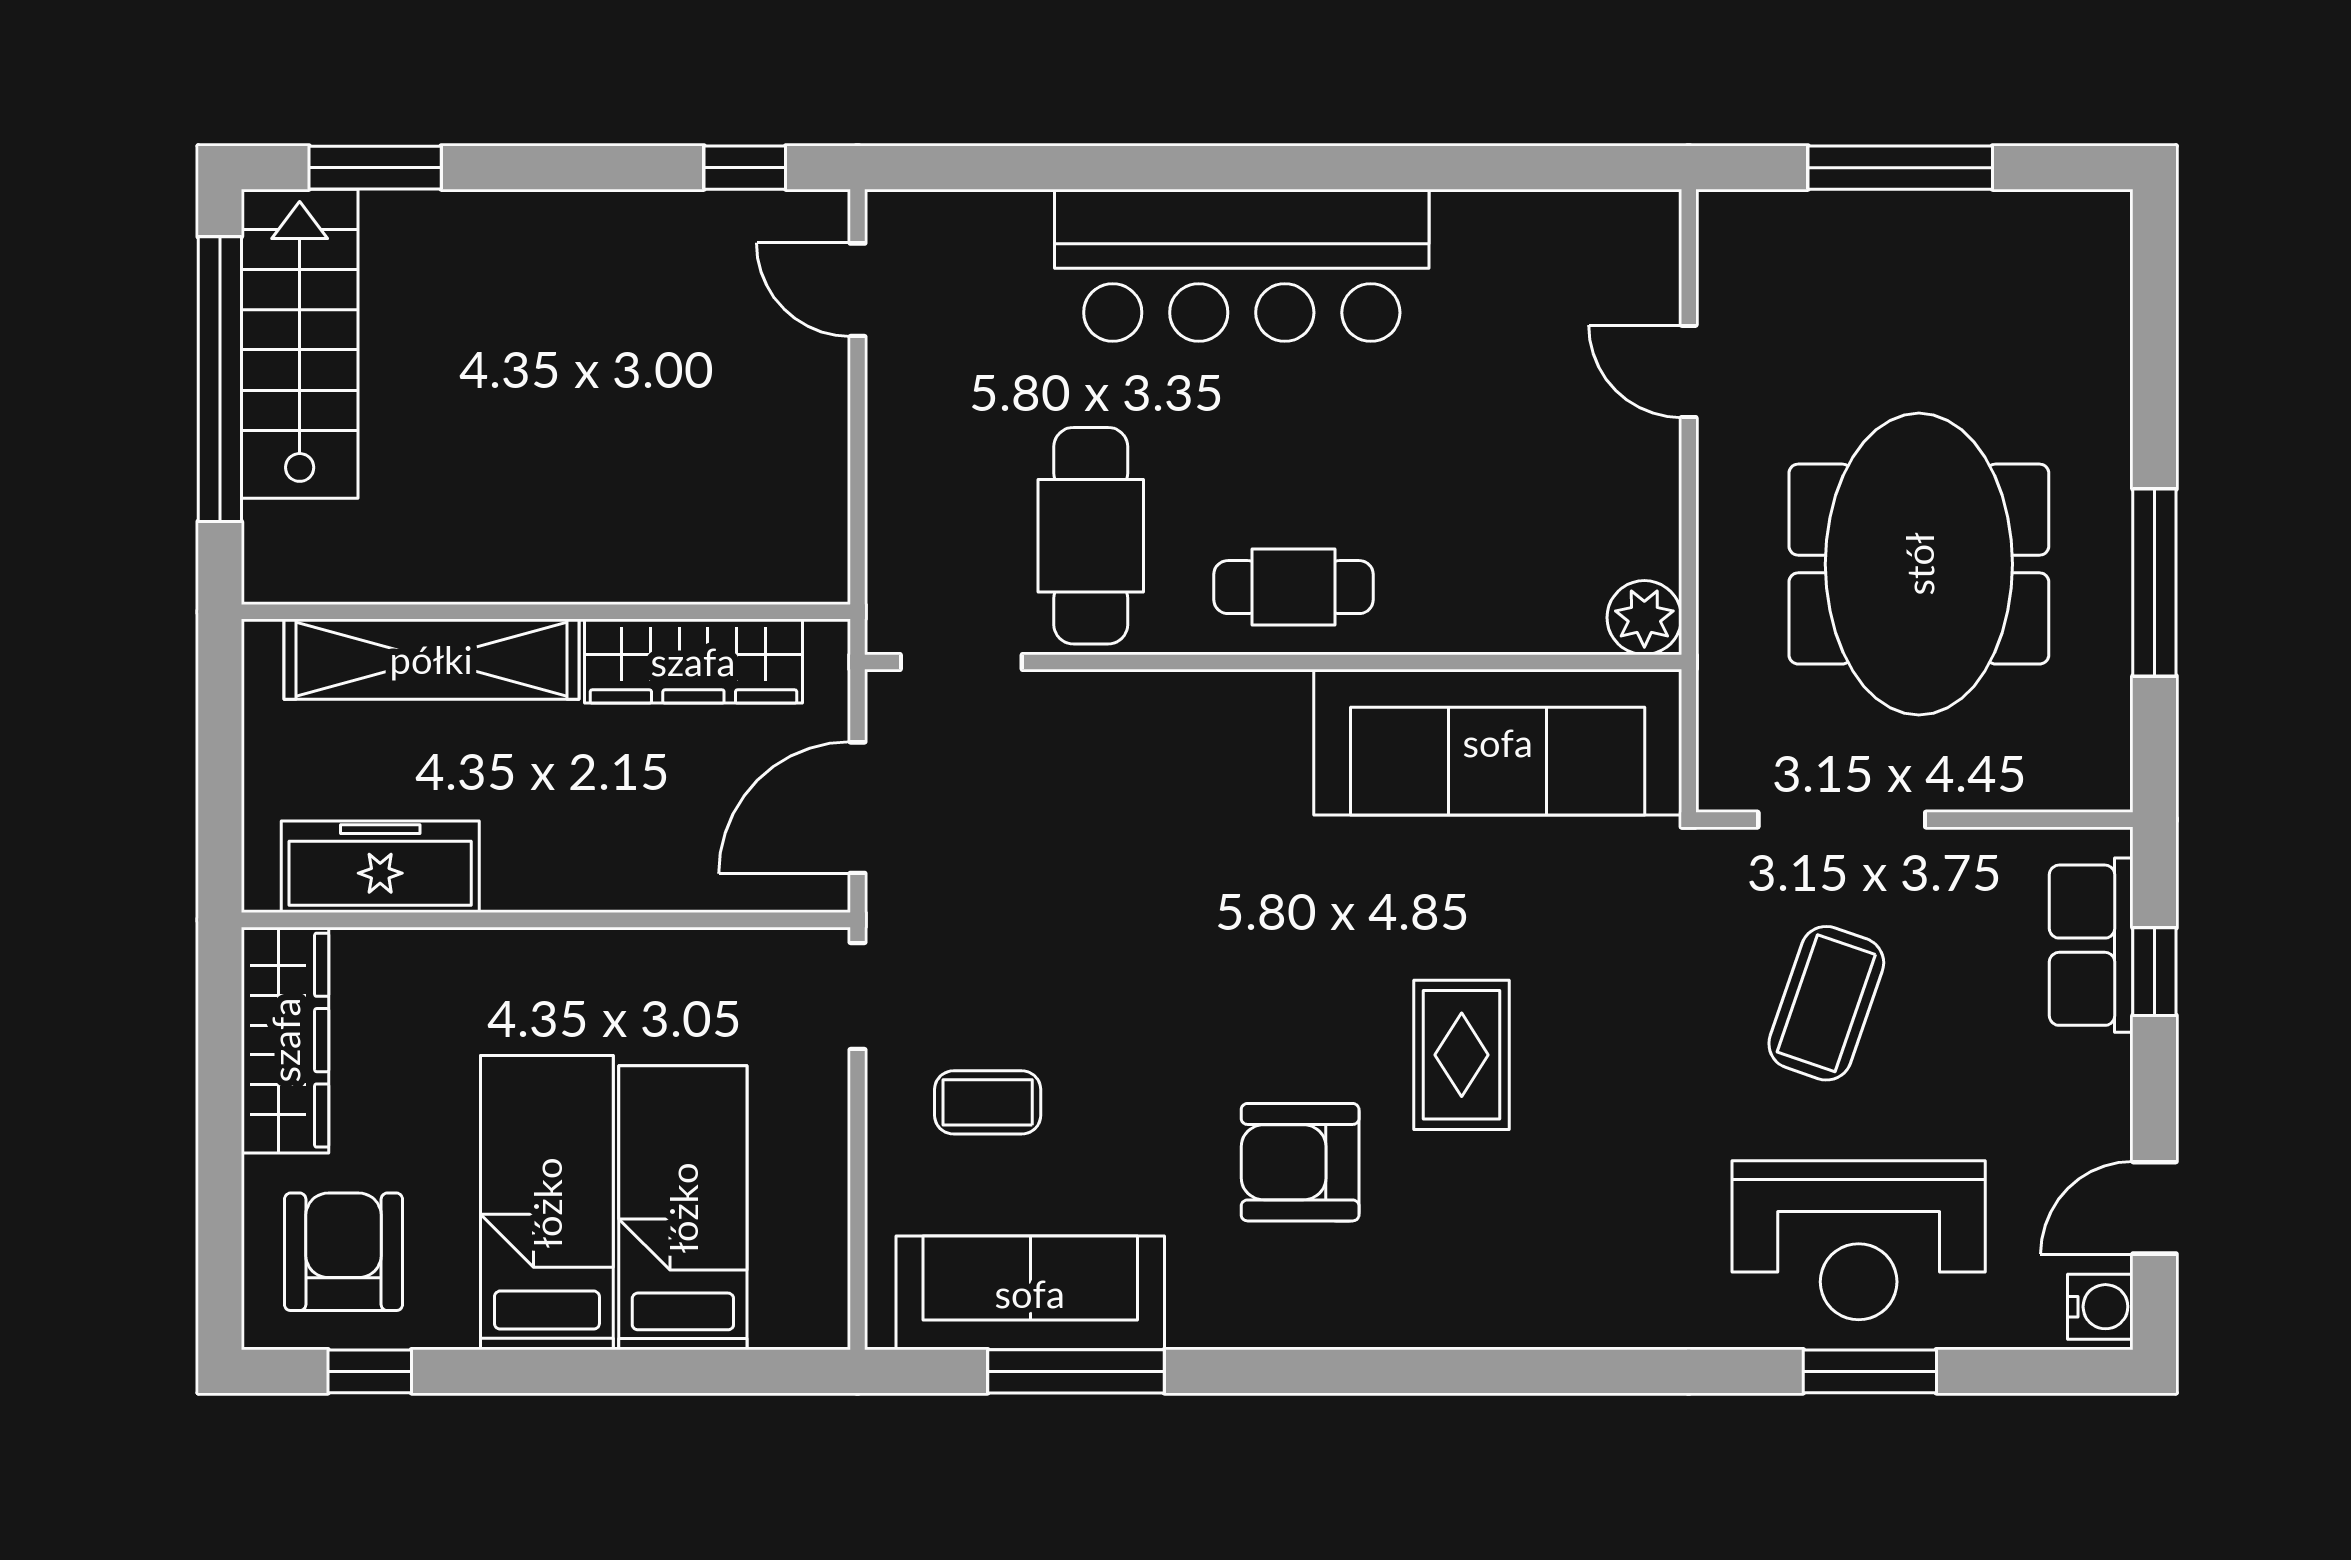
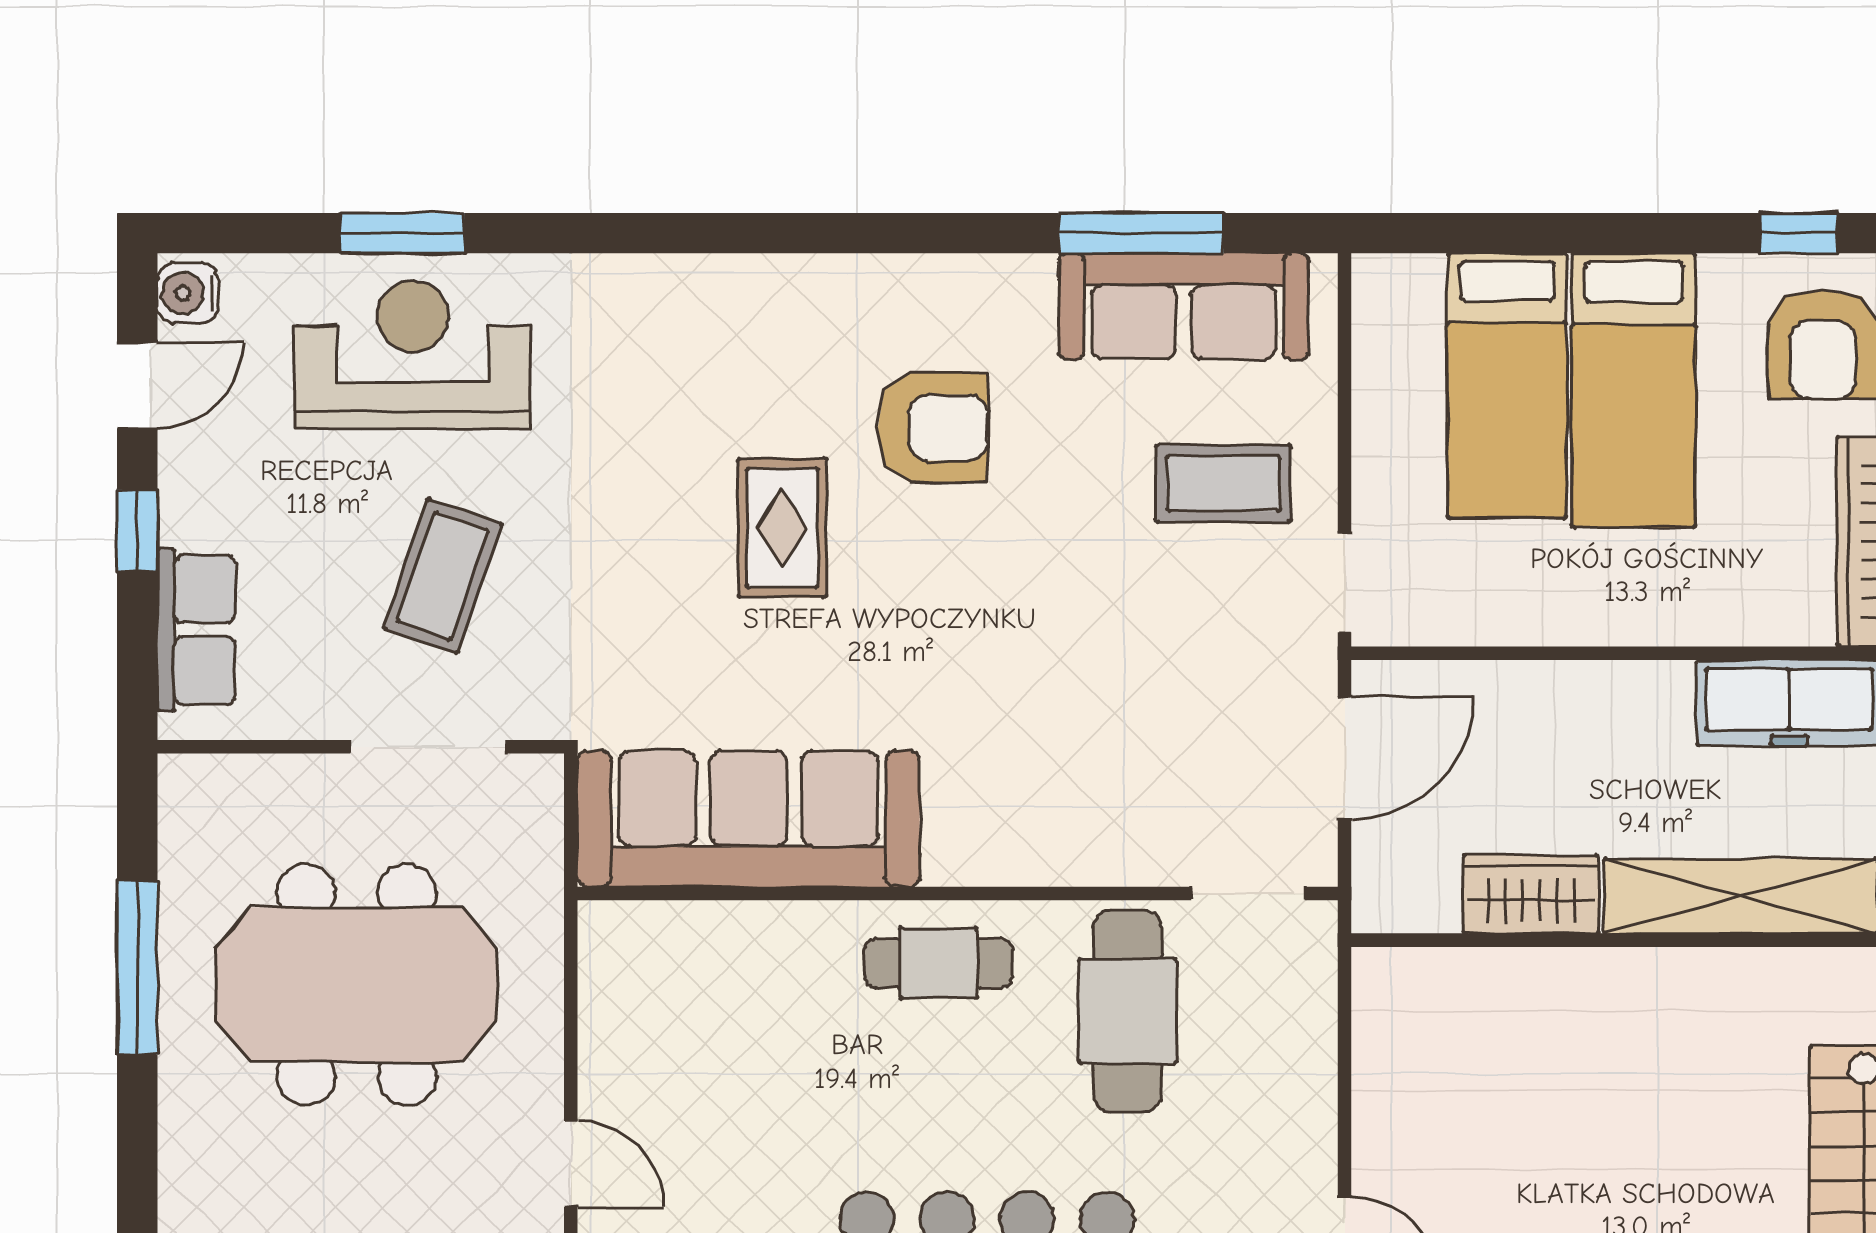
meeting table: (1919, 564) -> (357, 985), turned 90
plant: (1644, 618) -> (612, 935), removed
wardrobe: (693, 661) -> (1531, 894), width x0.67
window: (2154, 972) -> (137, 531), moved
coffee table: (988, 1102) -> (1223, 483), width x1.36, depth x1.30

